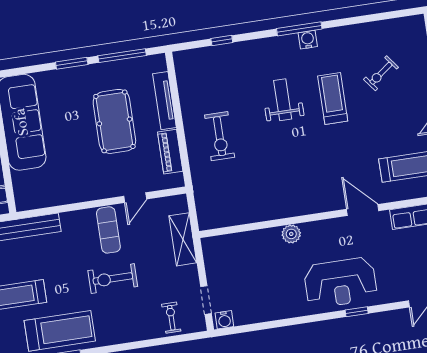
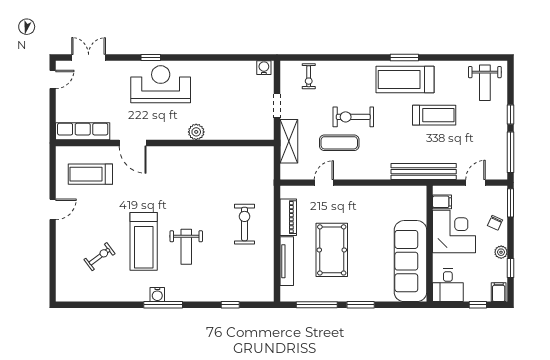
treadmill: (333, 99) -> (144, 241), width x1.37, depth x1.38
exercise mat: (108, 230) -> (339, 143), moved, turned 90
exercise bike: (113, 279) -> (353, 117), turned 180
doorway: (206, 300) -> (277, 106), moved

